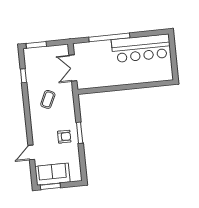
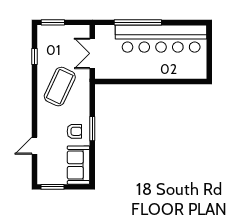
bar counter: (141, 48) -> (161, 39), width x1.36
coffee table: (48, 99) -> (60, 87), width x1.86, depth x1.72
sofa: (52, 174) -> (79, 165), moved, turned -90

